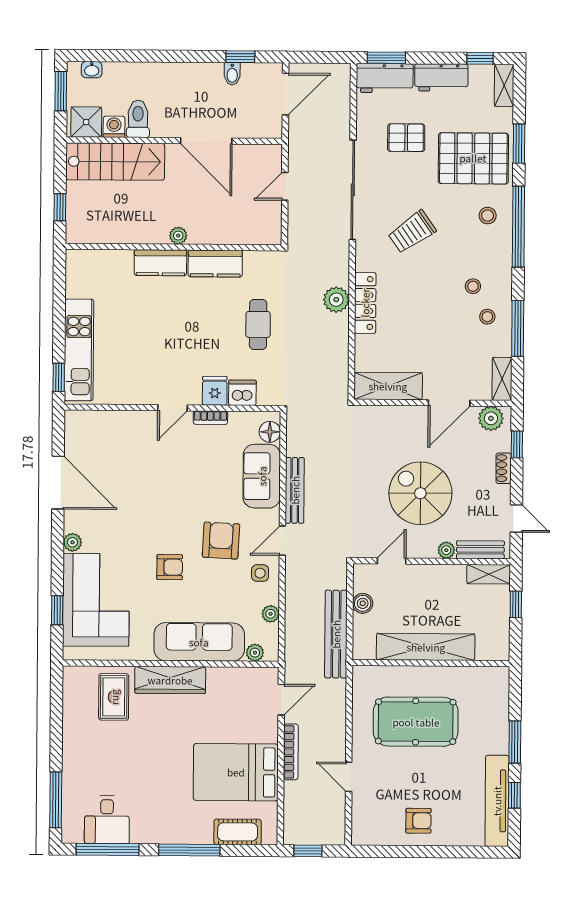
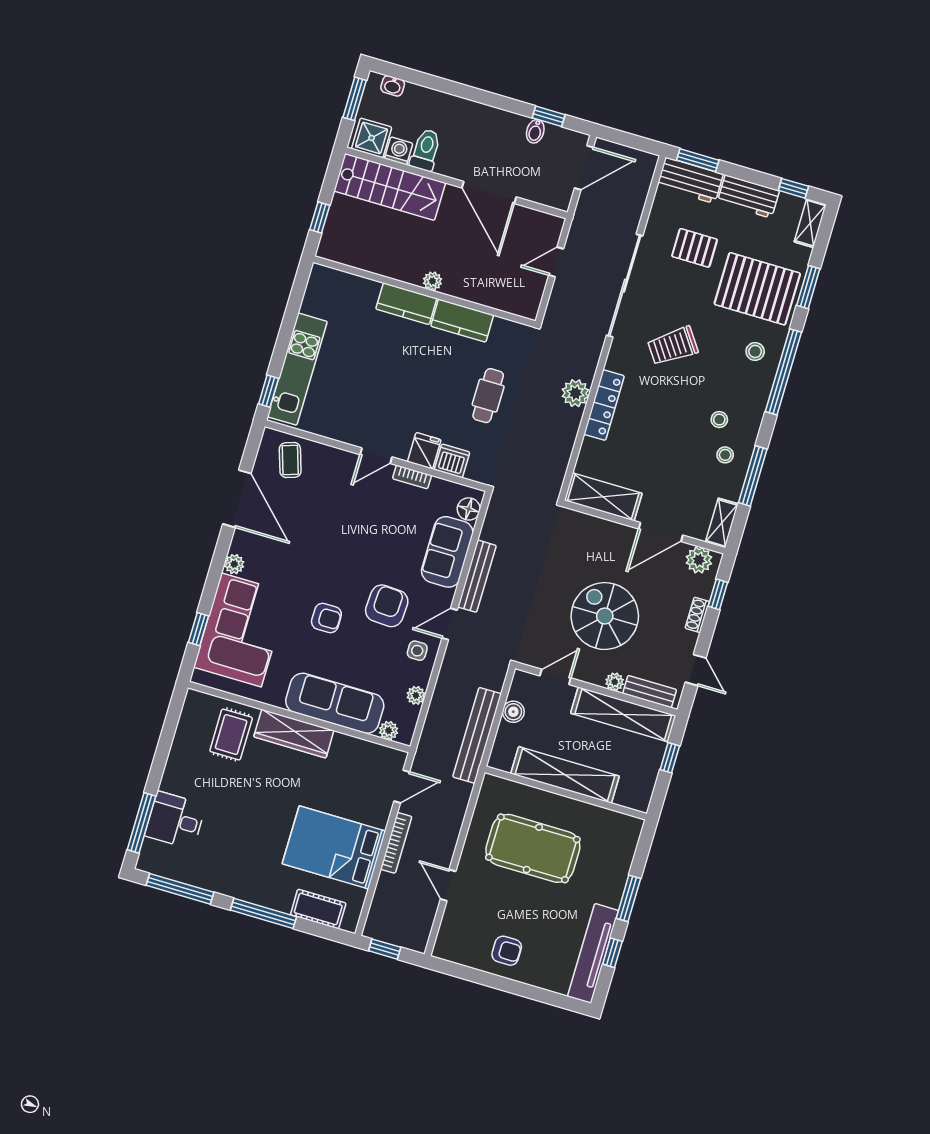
coffee table: (96, 434) -> (290, 460), added
shelving: (489, 574) -> (623, 714), width x2.20, depth x1.33
desk: (107, 820) -> (175, 820), moved, turned 90

